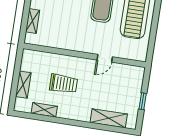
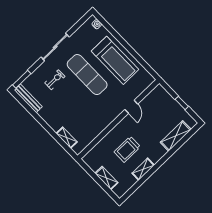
trolley: (63, 84) -> (127, 149), turned 180
shelving: (44, 110) -> (143, 169), moved

